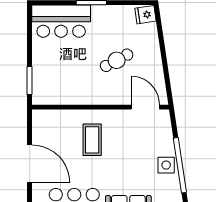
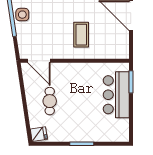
bar counter: (61, 21) -> (116, 95), moved, turned -90
cafe table: (117, 60) -> (50, 101), moved, turned -62

